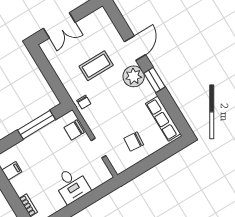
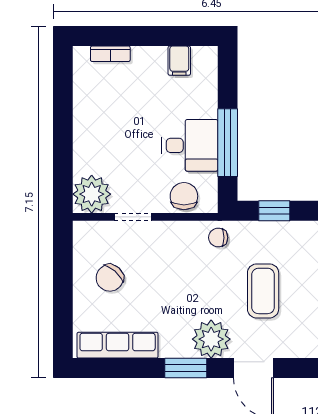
window: (55, 83) -> (274, 211), added
chair: (134, 142) -> (110, 278), turned -144
plant: (100, 174) -> (92, 194), added
desk: (72, 185) -> (190, 145), moved, turned 180

